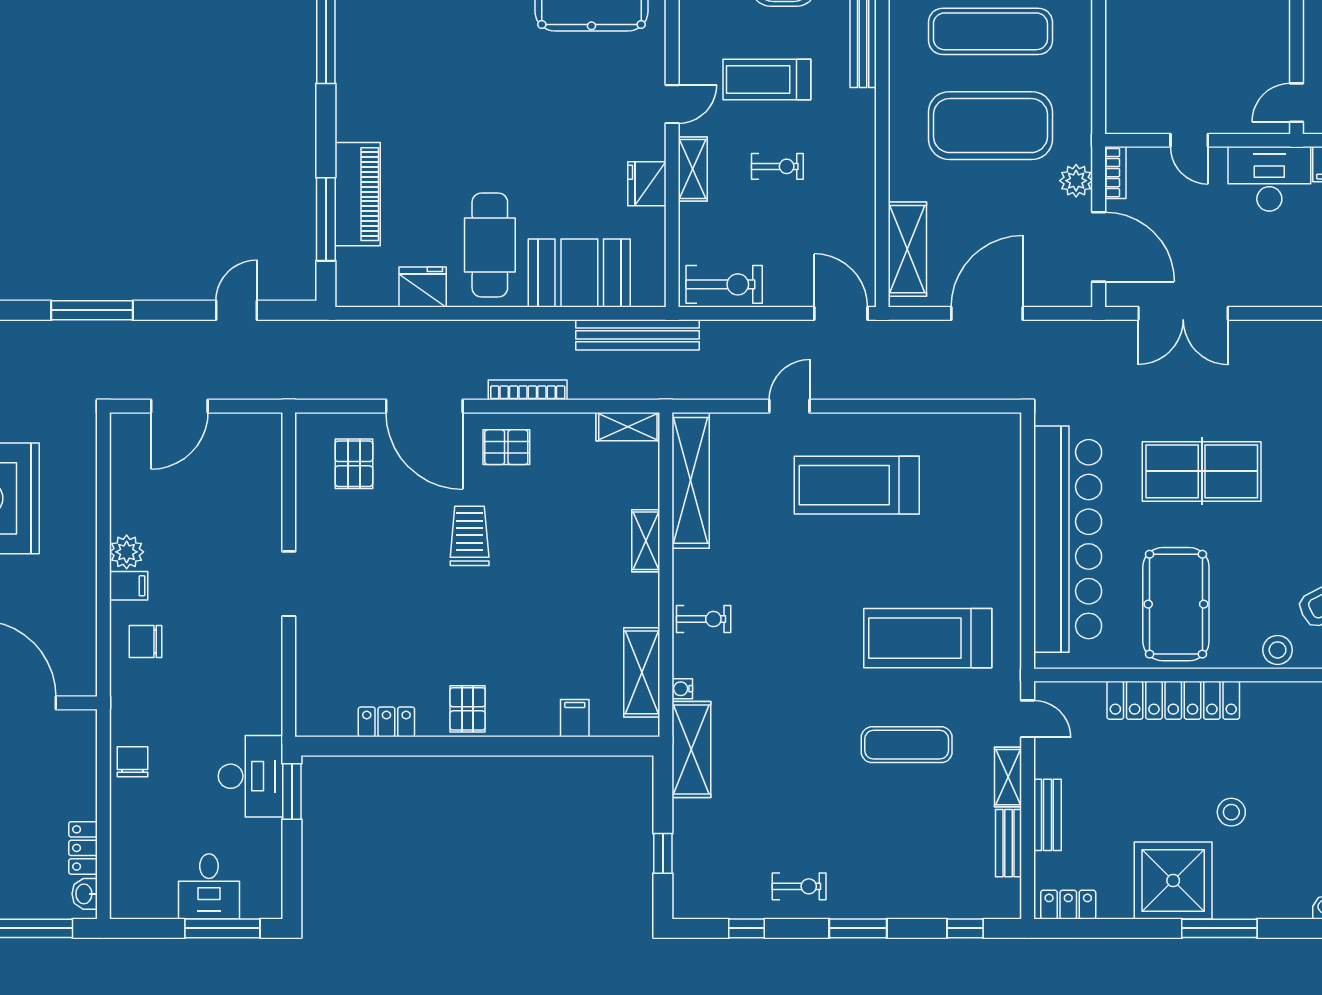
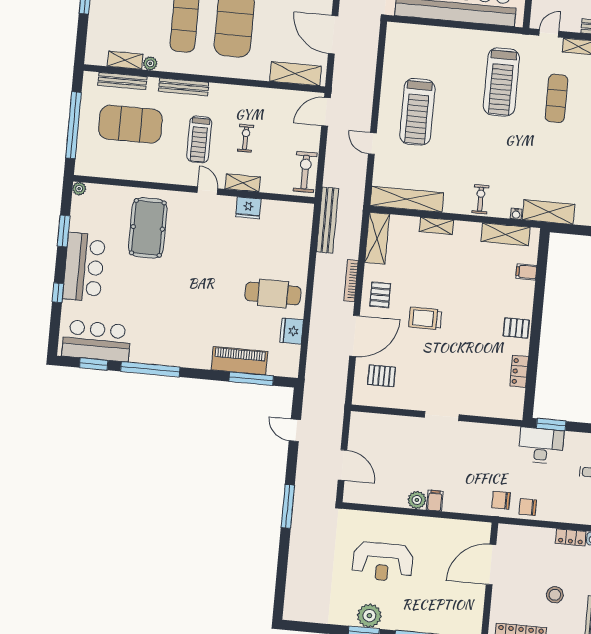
booth: (579, 273) -> (292, 248), removed
shelving: (628, 427) -> (377, 238), width x1.50, depth x1.33
chair: (145, 641) -> (501, 500), moved, turned 90

